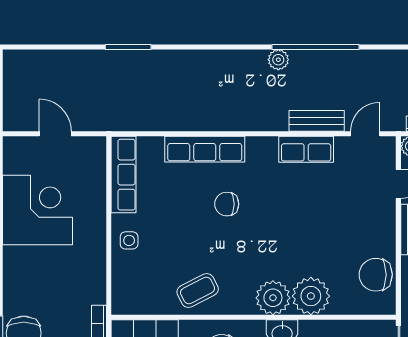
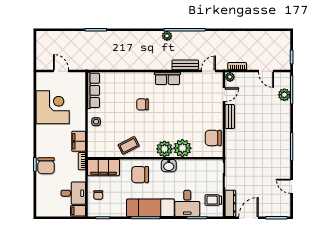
row of seats: (205, 149) -> (132, 78), removed
row of seats: (306, 149) -> (167, 78), moved
filing cabinet: (92, 282) -> (79, 141), added

